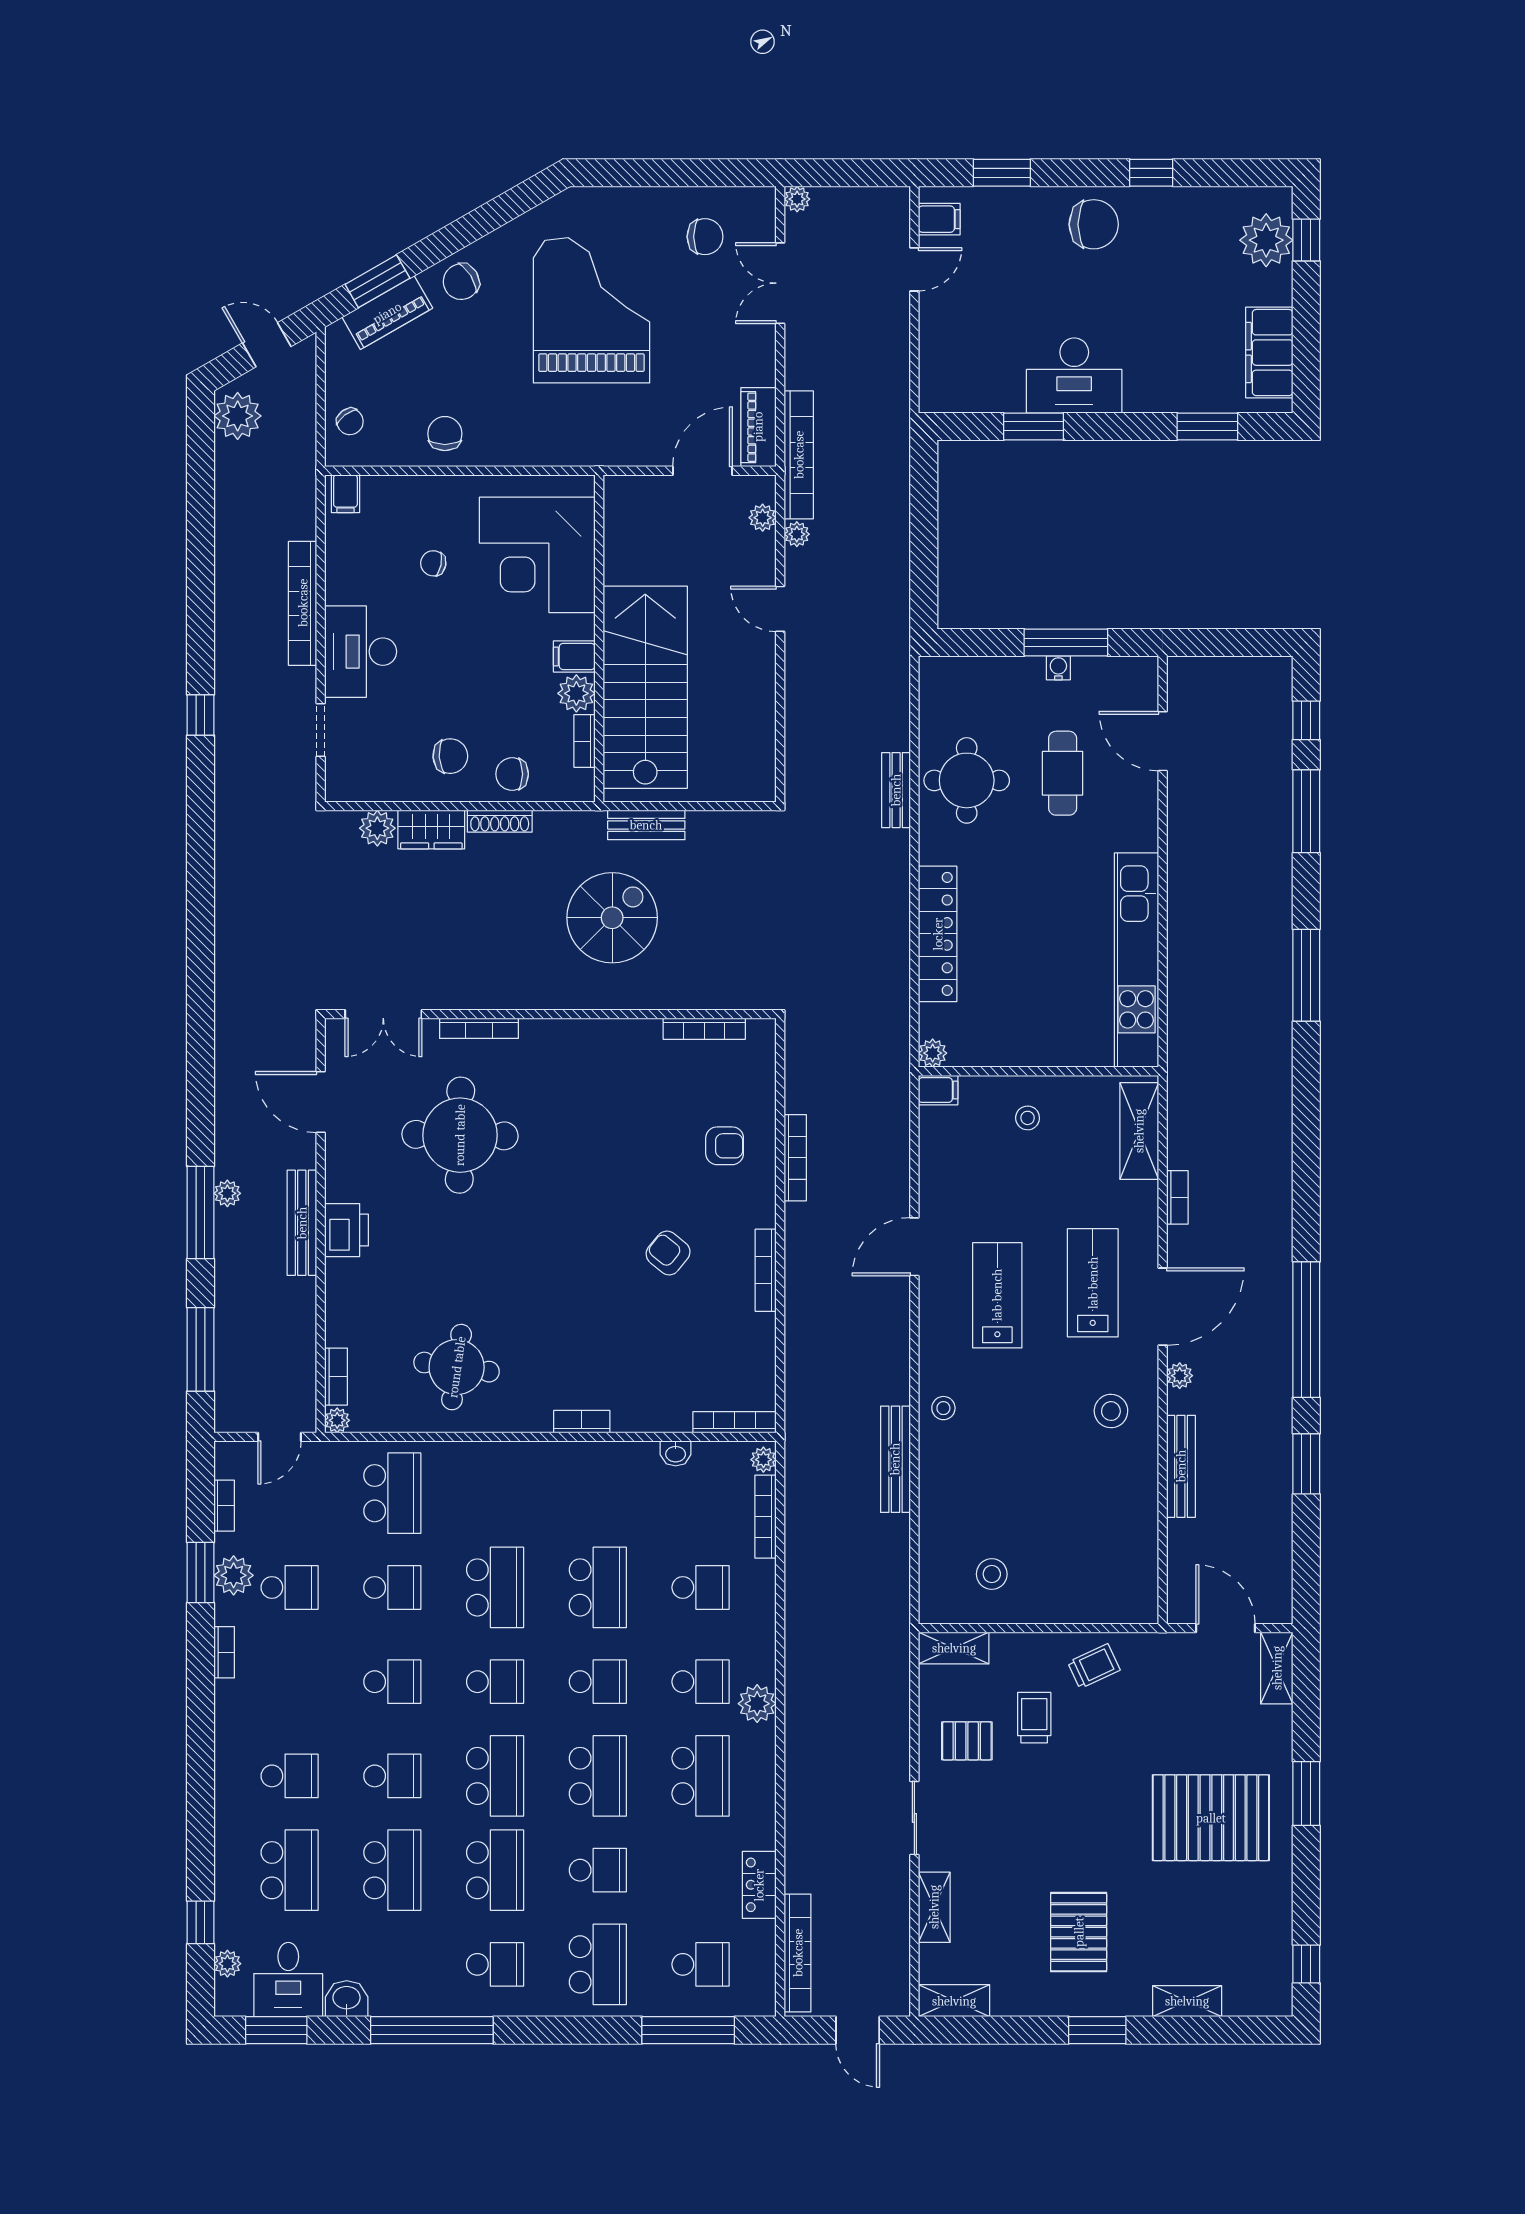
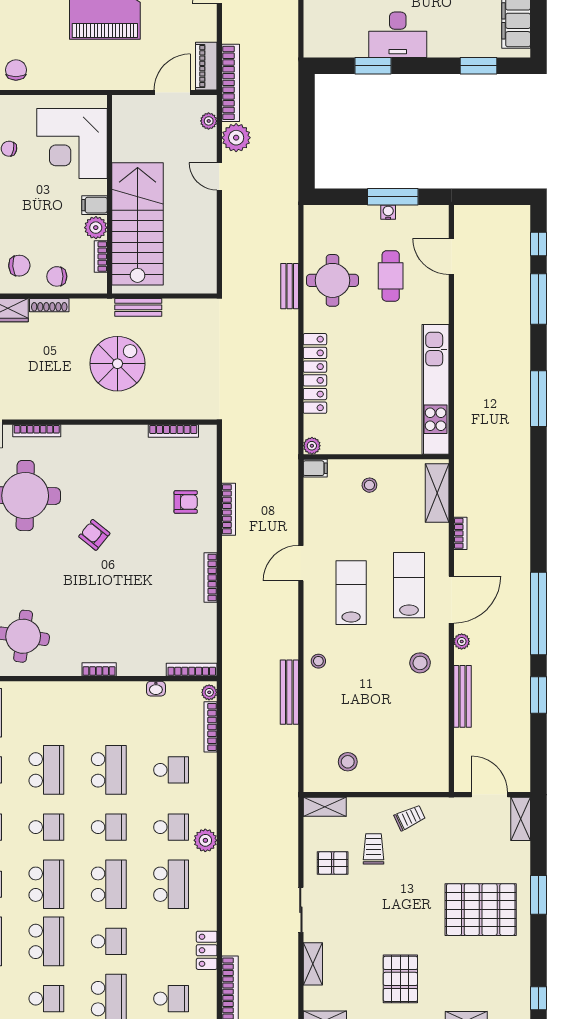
plant: (797, 534) -> (236, 138), width x1.87, depth x1.87
armchair: (668, 1253) -> (94, 535), moved

